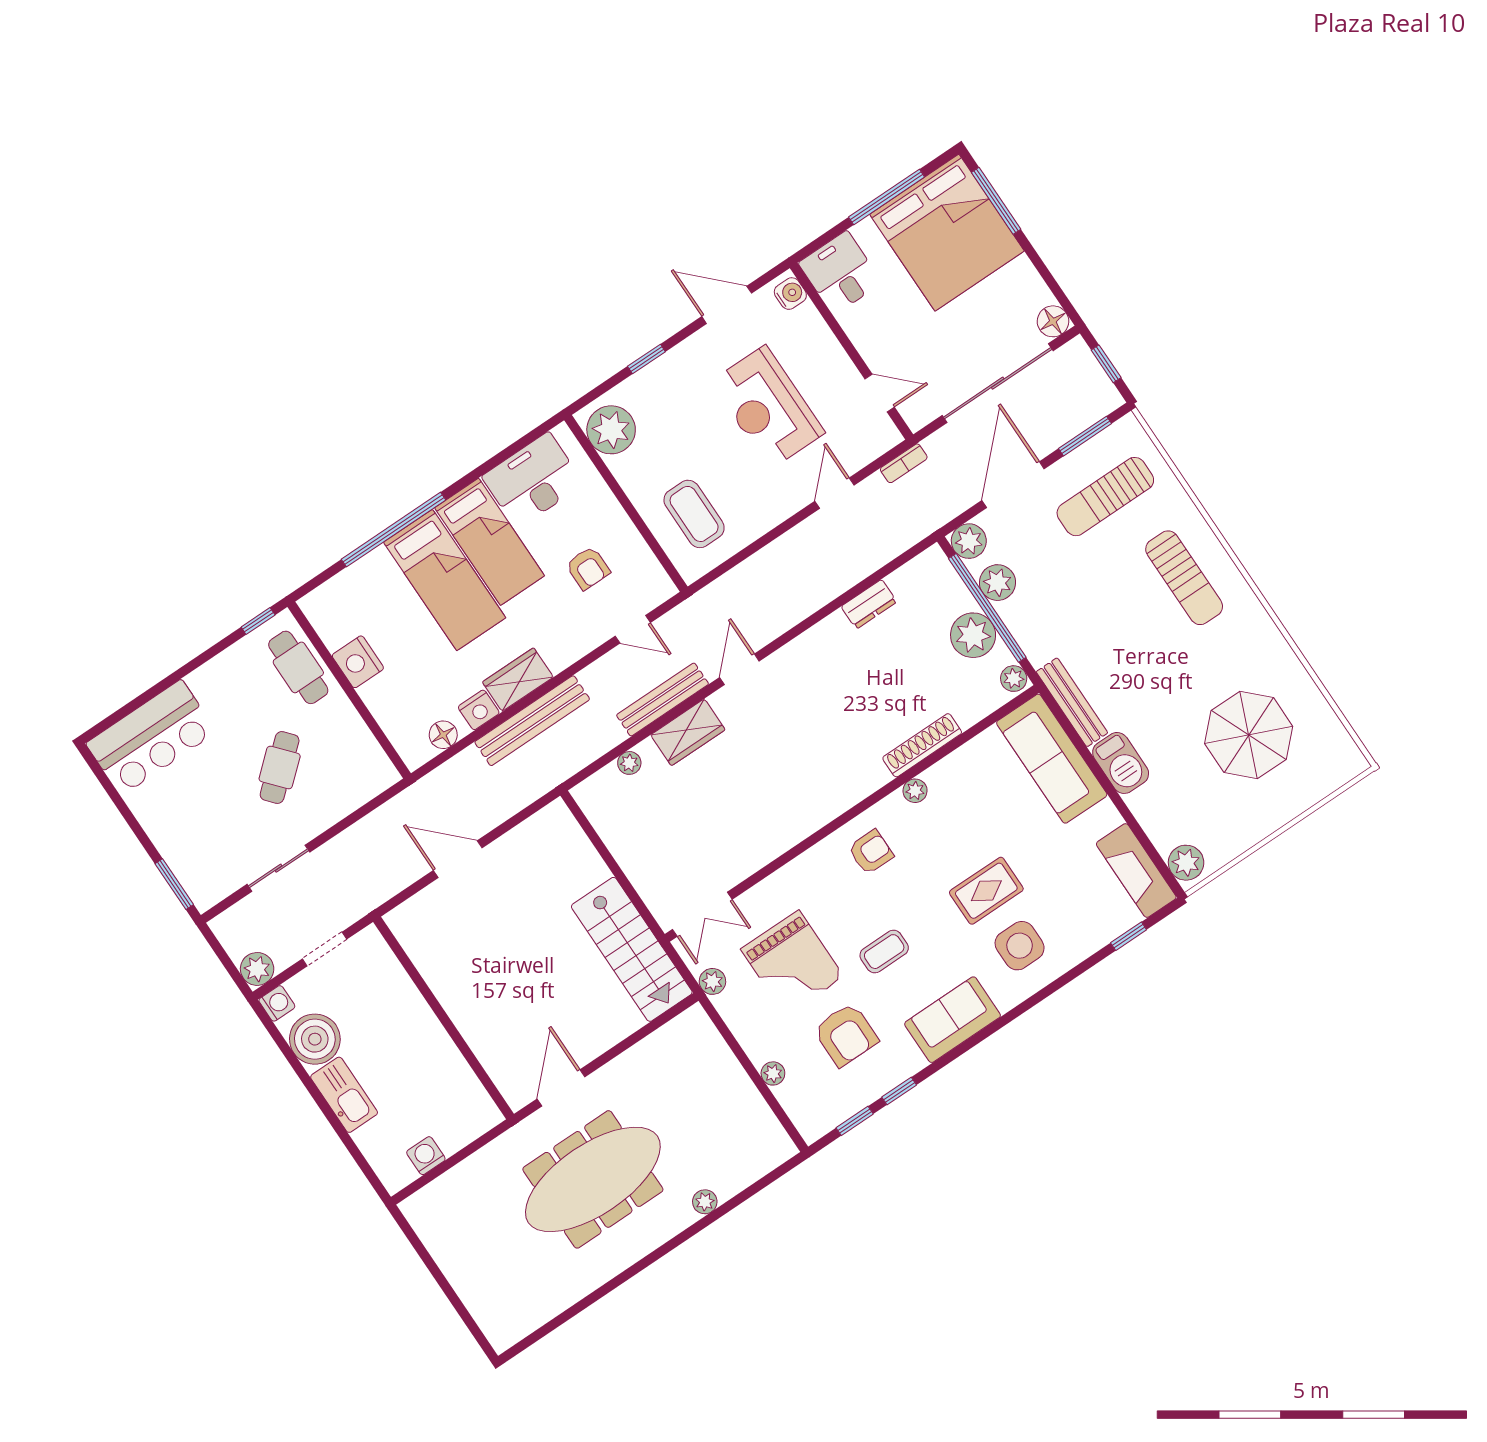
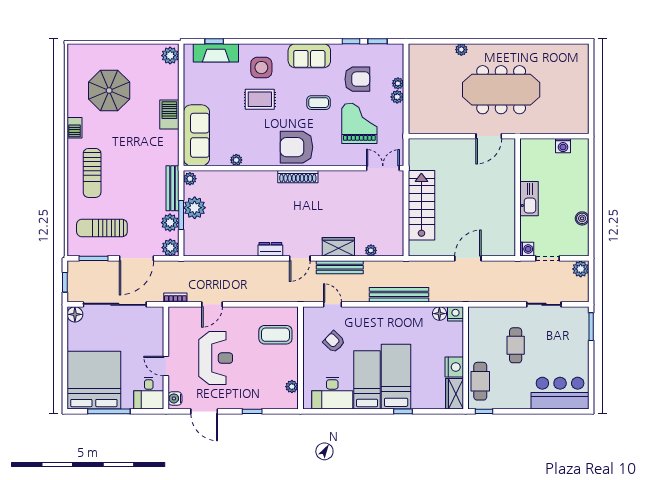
window: (996, 201) -> (65, 380), removed
door: (880, 393) -> (166, 366), moved
plant: (611, 430) -> (292, 387), width x0.53, depth x0.53
sun lounger: (1105, 497) -> (102, 228), turned 180
coffee table: (694, 514) -> (275, 335), turned 90
window: (394, 530) -> (403, 411), width x0.32
armchair: (588, 568) -> (334, 342), turned -46
sun lounger: (1184, 578) -> (92, 173), turned 180
dresser: (869, 604) -> (270, 249), moved
window: (987, 608) -> (181, 215), width x0.47
barbecue: (1265, 634) -> (75, 128), added
wardrobe: (518, 680) -> (454, 394), moved, turned 90
bench: (1072, 702) -> (173, 188), moved
nightstand: (479, 710) -> (455, 314), moved
shoe rack: (922, 745) -> (298, 177), moved
cafe table: (280, 767) -> (516, 345), turned -49
plant: (915, 791) -> (236, 160), moved
armchair: (871, 852) -> (297, 147), width x1.88, depth x1.88
door: (458, 859) -> (468, 258), swing flipped
fireplace: (1136, 870) -> (216, 53), moved, turned 90
stairs: (632, 949) -> (421, 205), moved
plant: (712, 981) -> (397, 97), moved
washing machine: (277, 1003) -> (527, 249), moved, turned 180
armchair: (846, 1035) -> (357, 79), turned 90
boiler: (315, 1039) -> (582, 218), width x0.54, depth x0.54
kitchen sink: (344, 1095) -> (529, 199), moved, turned 180

